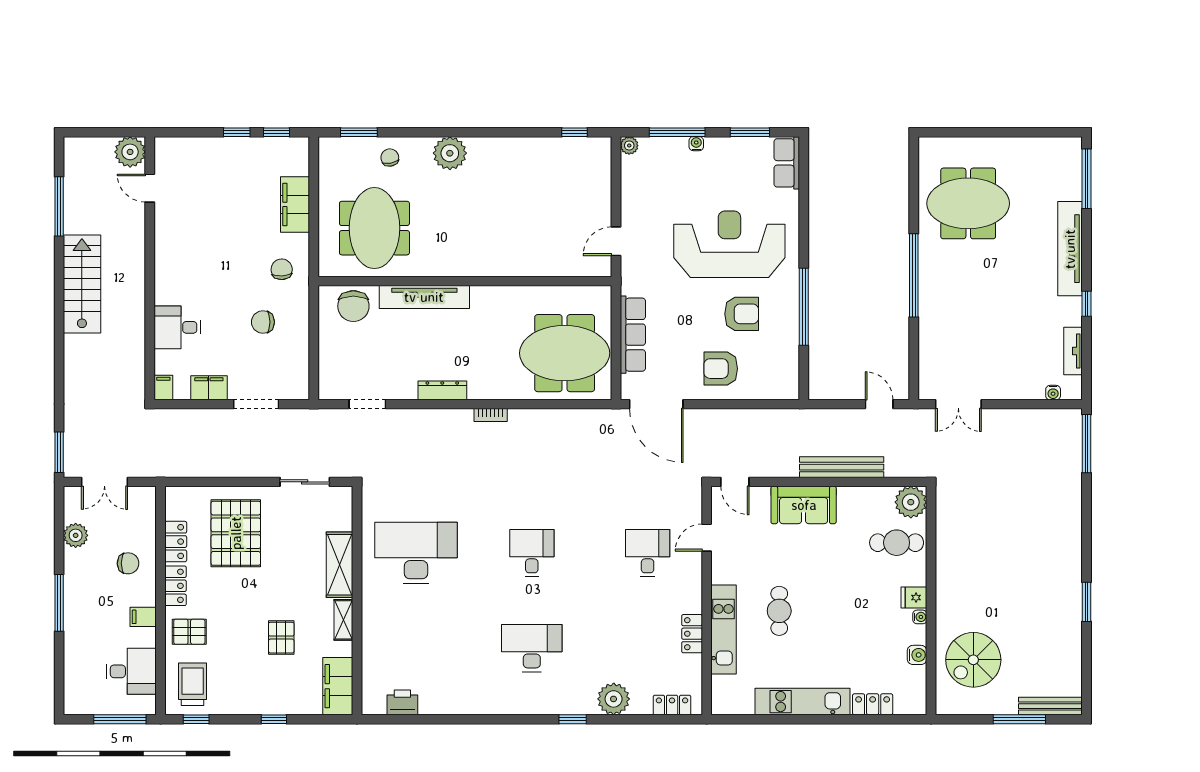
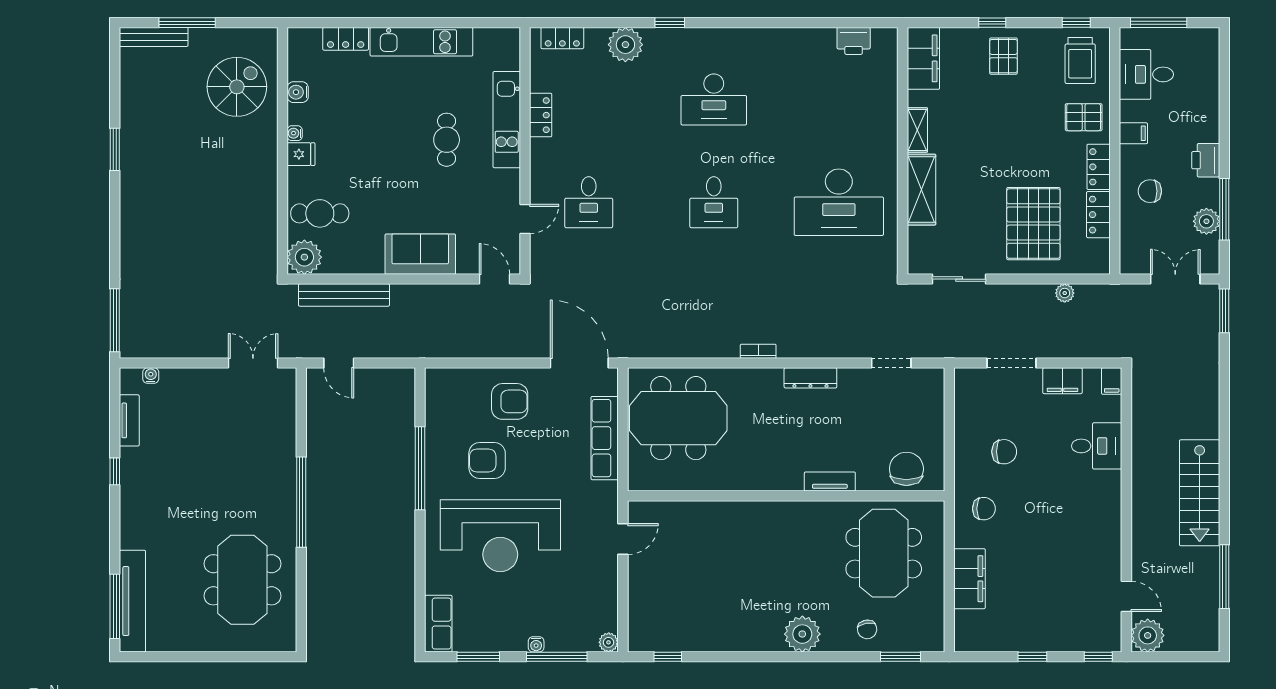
window: (276, 132) -> (1098, 657), moved
meeting table: (968, 203) -> (242, 580), turned 90
tv unit: (1070, 249) -> (132, 601), moved
chair: (282, 269) -> (984, 509), turned -87
tv unit: (424, 297) -> (830, 482), width x0.52, depth x0.78
bench: (842, 467) -> (344, 295), moved
plant: (207, 469) -> (1065, 293), added
printer: (76, 592) -> (1206, 160), added
window: (59, 603) -> (1224, 209), moved
pallet: (281, 638) -> (1003, 56), moved

